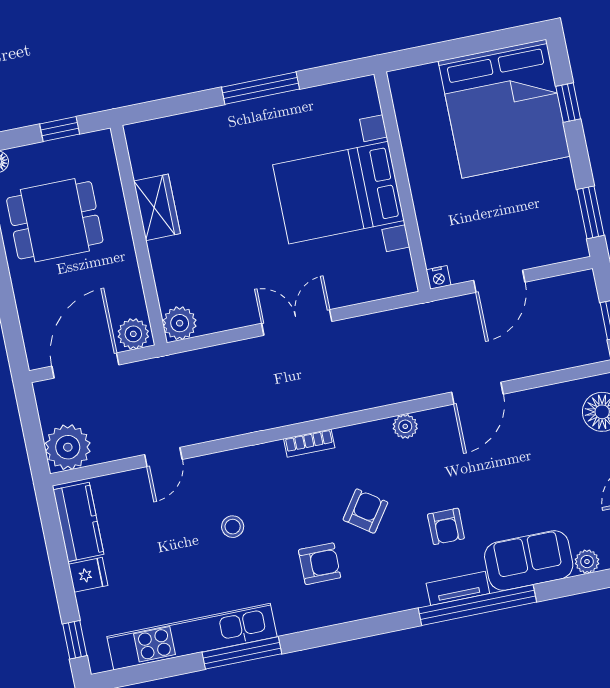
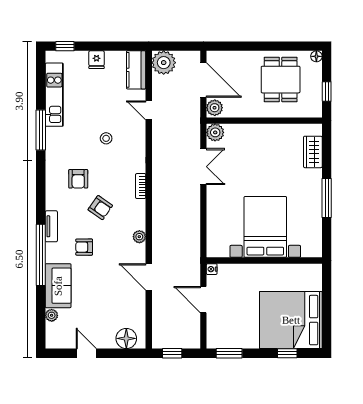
wardrobe: (157, 207) -> (313, 152), moved, turned 90
double door: (297, 322) -> (203, 167), moved
kitchen counter: (78, 522) -> (136, 70), moved, turned 90
tv unit: (458, 588) -> (51, 226), moved
kitchen unit: (192, 637) -> (54, 95), width x0.73

